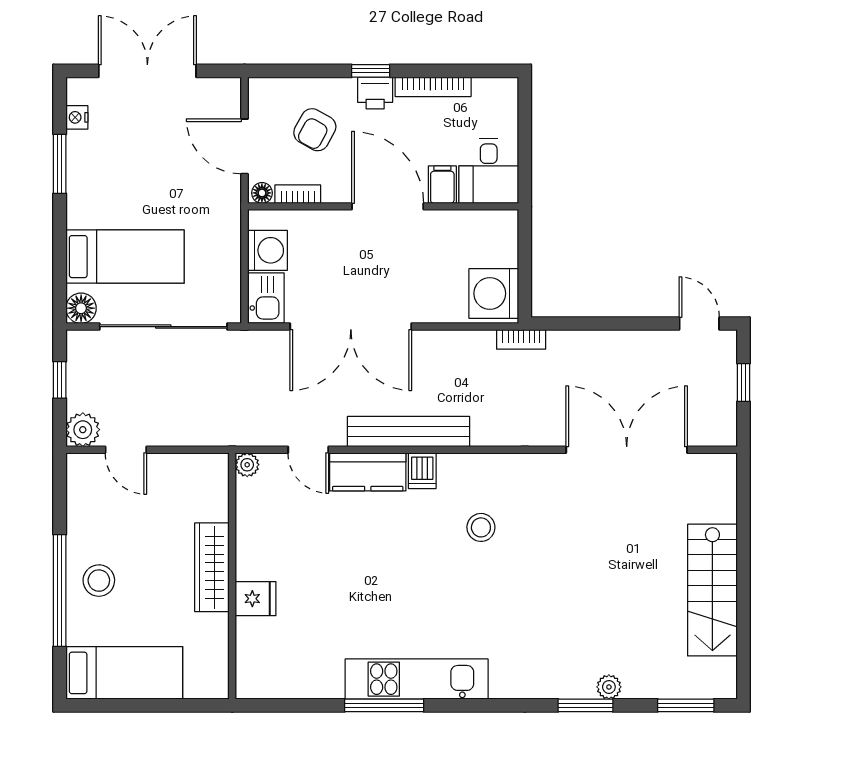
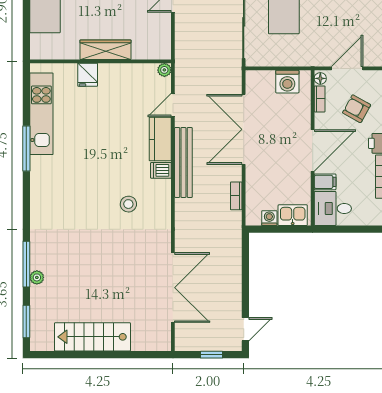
washing machine: (494, 293) -> (269, 218), width x0.53, depth x0.53
kitchen sink: (266, 298) -> (293, 215), moved, turned 180
bookcase: (521, 339) -> (236, 196), moved
kitchen unit: (417, 679) -> (41, 114), moved
window: (586, 705) -> (26, 264), width x1.44

